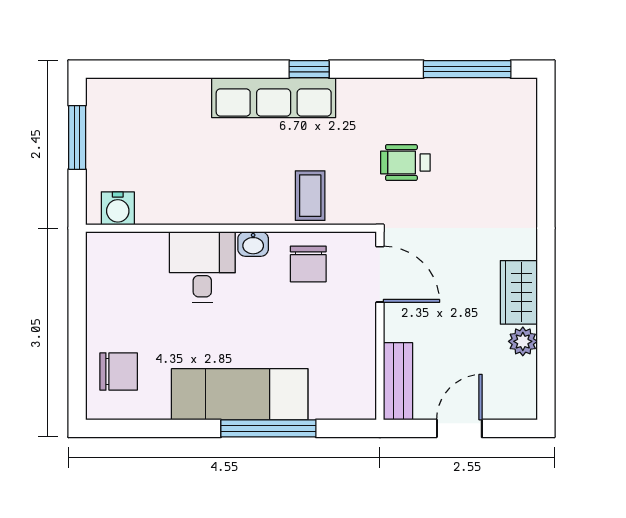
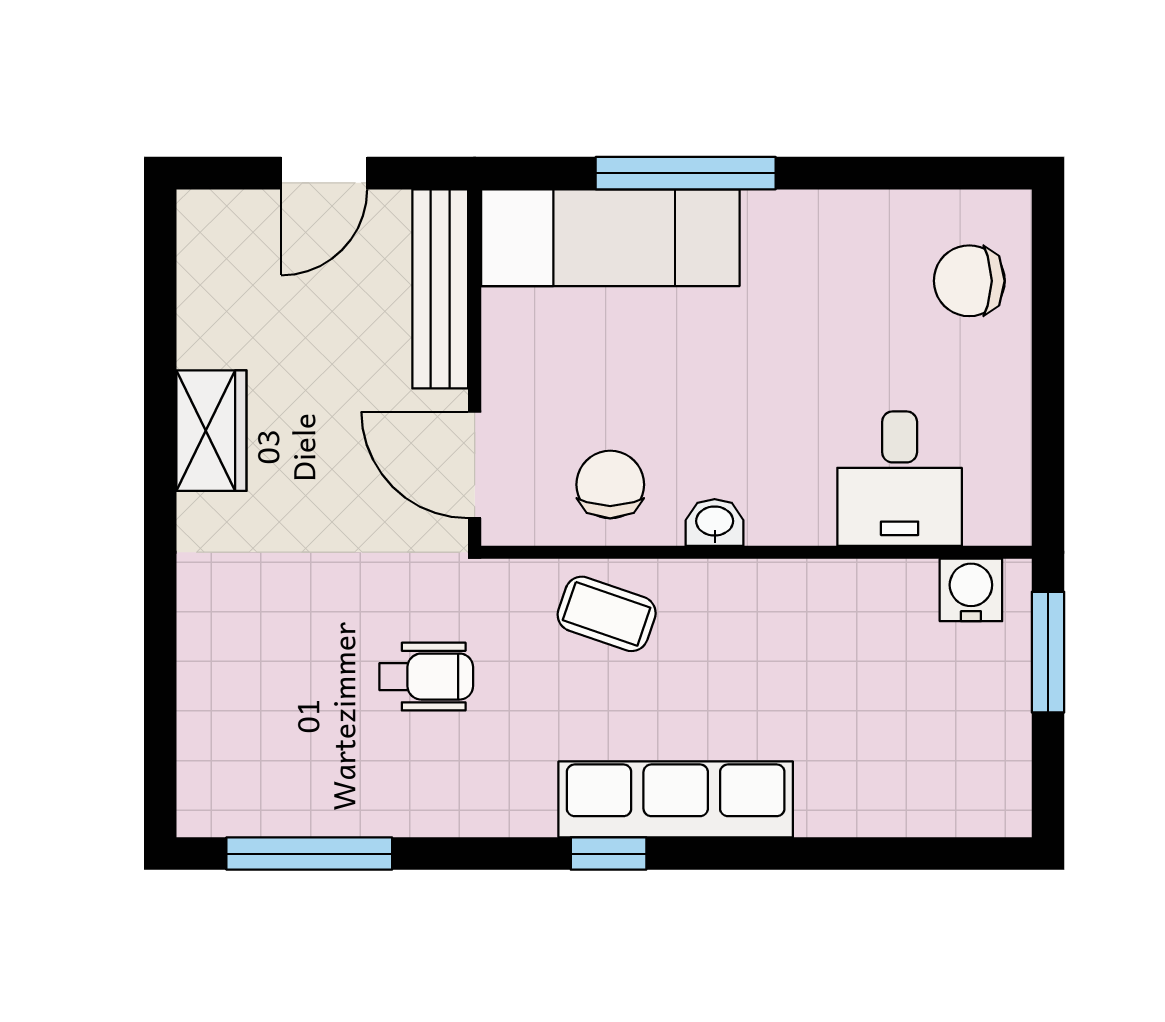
window: (77, 137) -> (1048, 652), moved
coffee table: (310, 196) -> (607, 614), turned -71
desk: (202, 267) -> (900, 479), moved
plant: (523, 341) -> (204, 338), removed
bench: (398, 381) -> (440, 289), width x1.36
exam couch: (240, 394) -> (610, 238), moved

